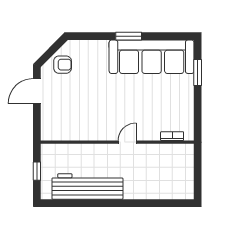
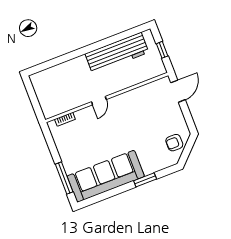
window: (129, 36) -> (145, 180), moved
window: (198, 72) -> (64, 178), width x1.44
door: (37, 91) -> (178, 91), moved

